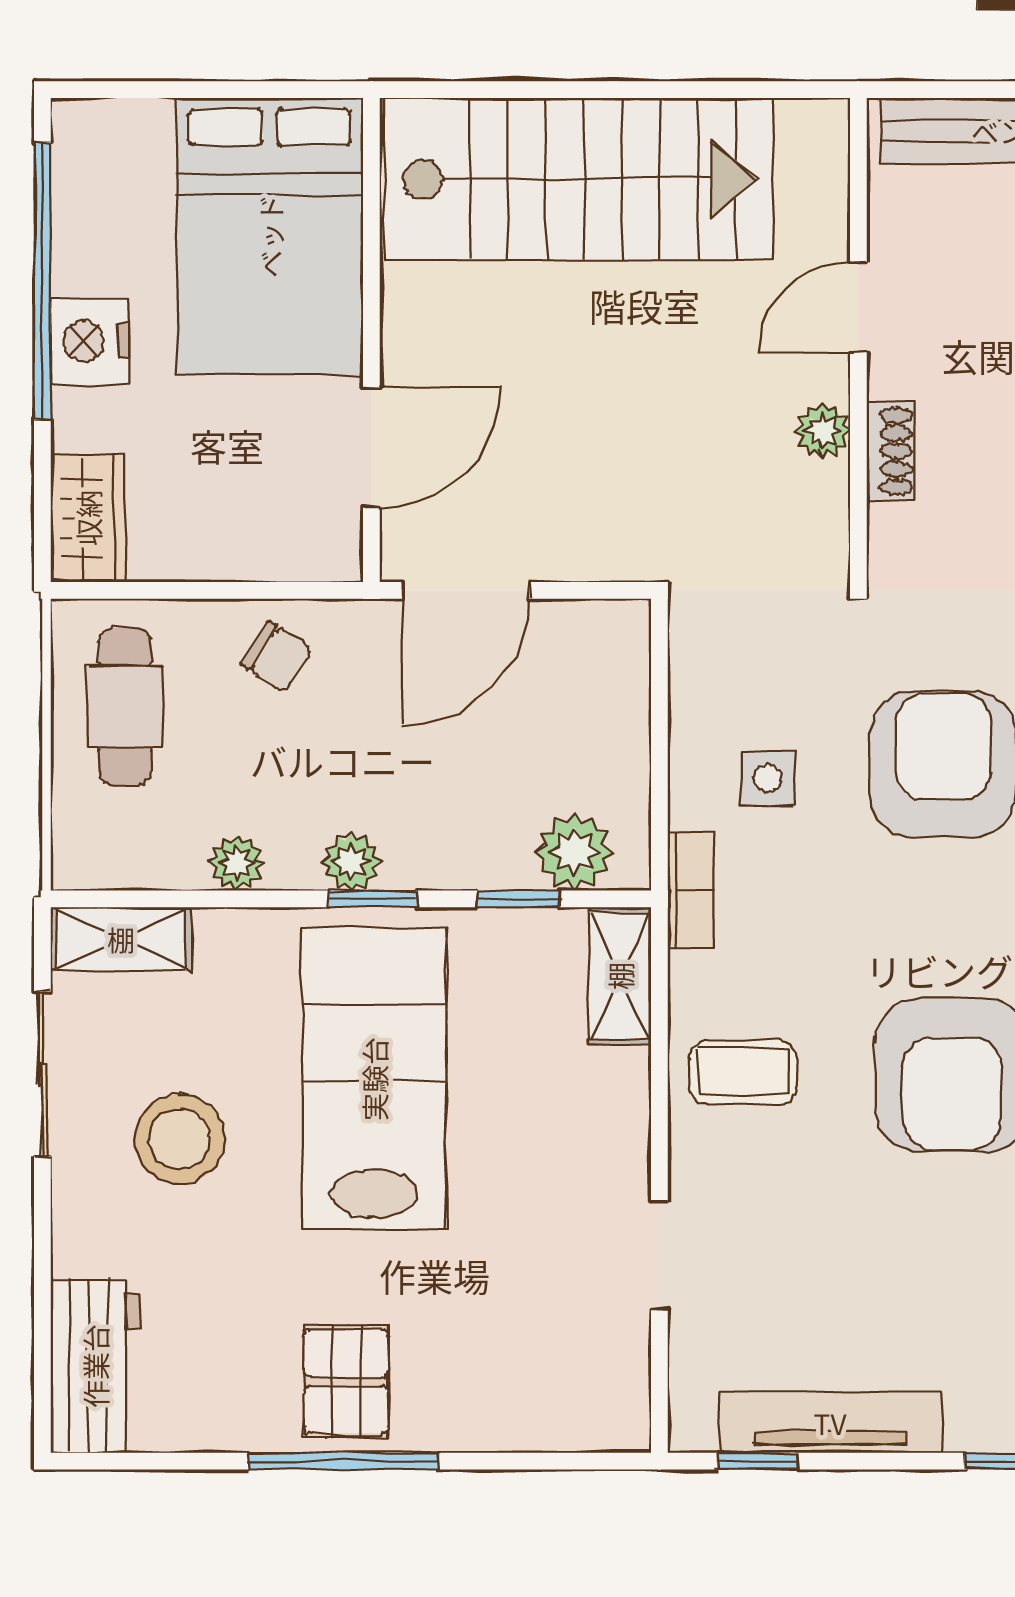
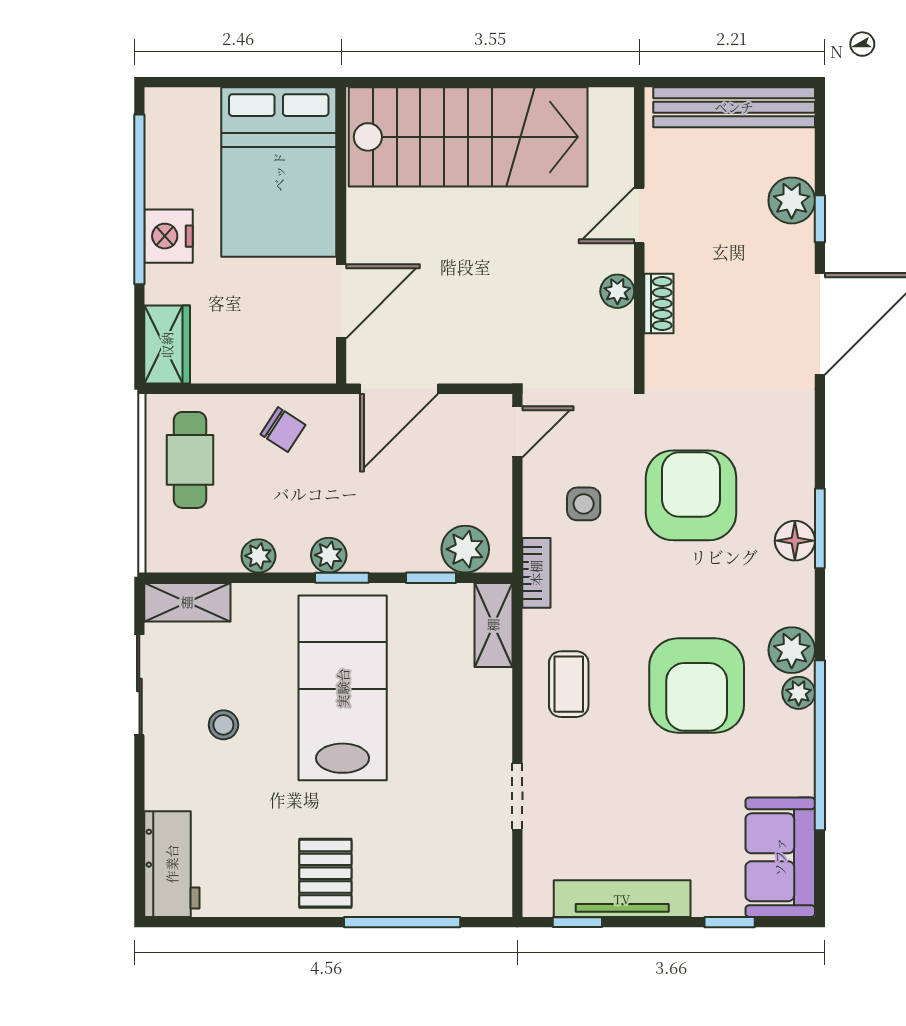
door: (659, 661) -> (517, 432), added
coffee table: (743, 1073) -> (569, 684), turned 90
stool: (179, 1139) -> (223, 725), width x0.53, depth x0.53
window: (343, 1461) -> (402, 922), moved

